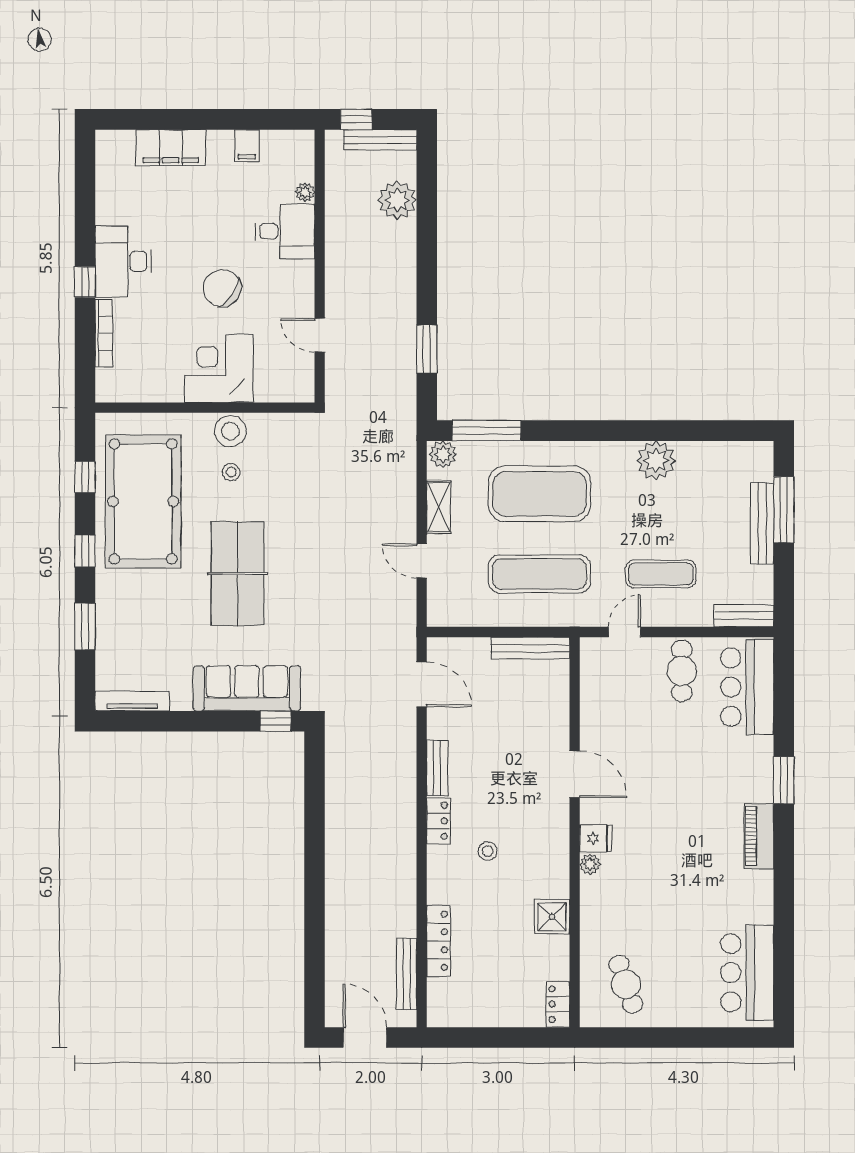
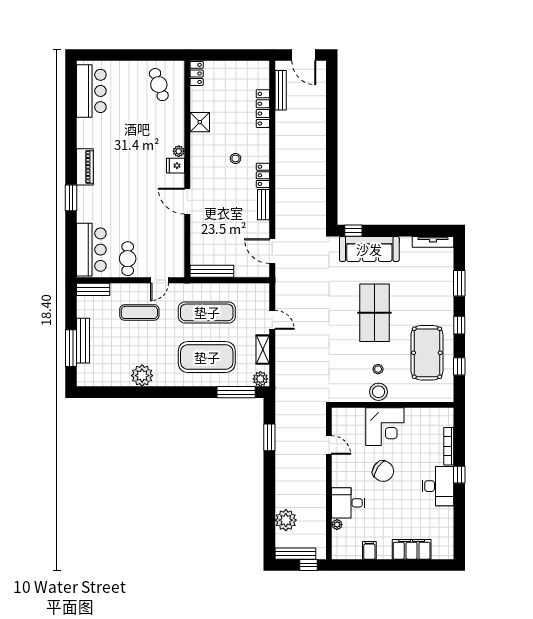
pool table: (143, 501) -> (427, 353), width x0.73, depth x0.76

